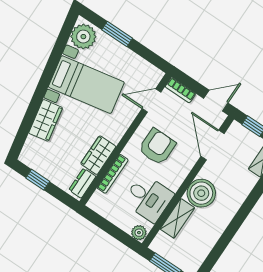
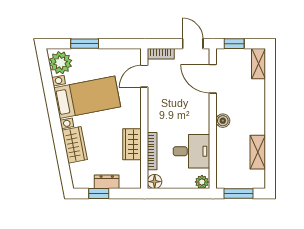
door: (216, 101) -> (193, 44), hinge flipped
armchair: (157, 147) -> (172, 108), removed
dresser: (82, 183) -> (107, 182), moved, turned 90
boiler: (201, 193) -> (223, 121), width x0.54, depth x0.54
floor lamp: (96, 203) -> (155, 182), added
shelving: (177, 218) -> (258, 152), moved

